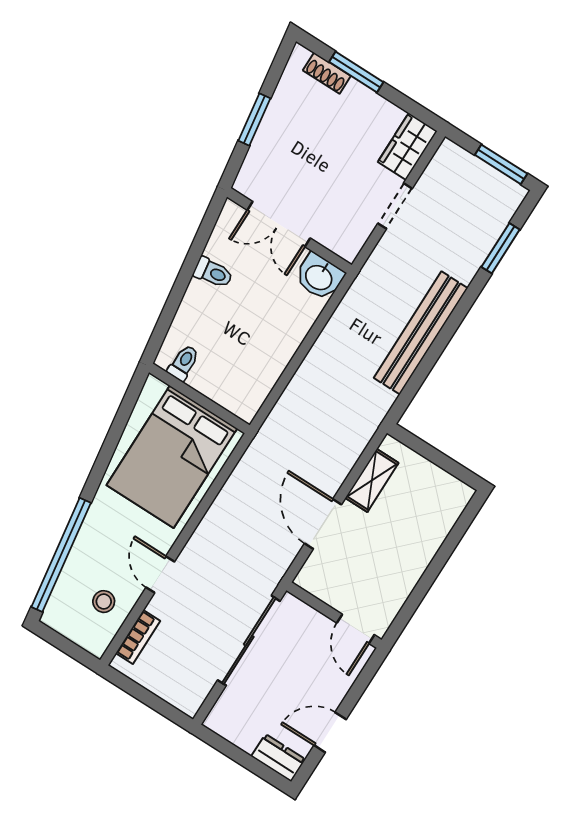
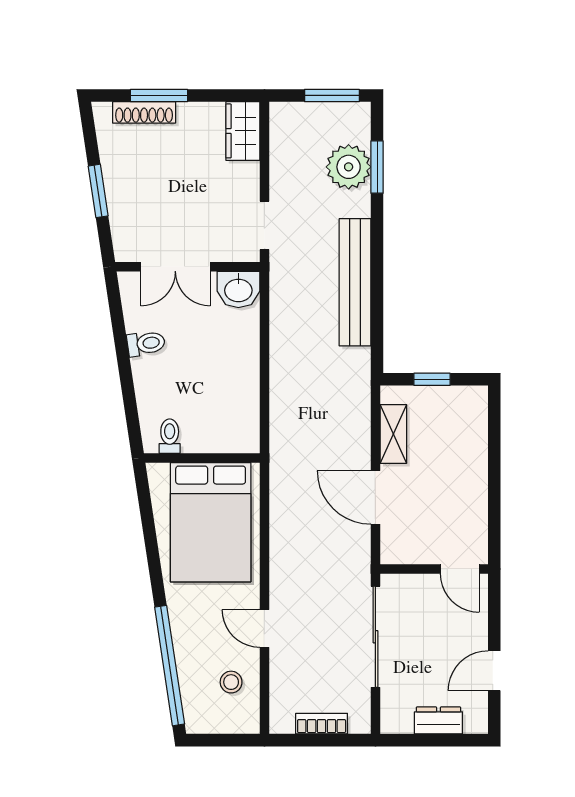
shoe rack: (327, 73) -> (144, 112), width x1.43
doorway: (395, 206) -> (264, 225), moved
plant: (477, 233) -> (349, 167), added
window: (433, 455) -> (432, 379), added
bookcase: (138, 637) -> (322, 724), moved, turned -90
dresser: (278, 758) -> (438, 720), moved

